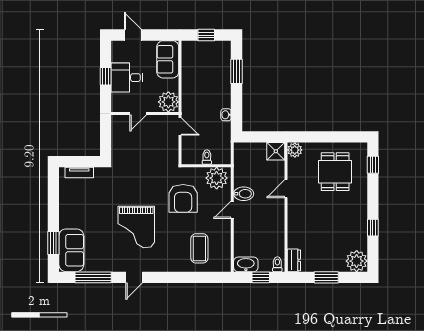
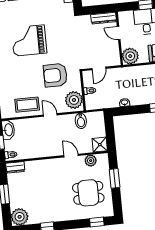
door: (180, 127) -> (99, 68), moved
dresser: (117, 131) -> (104, 18), added
window: (320, 137) -> (115, 178), added
plant: (295, 150) -> (91, 161), moved
bidet: (244, 194) -> (81, 121), moved
coffee table: (199, 248) -> (27, 105), moved

